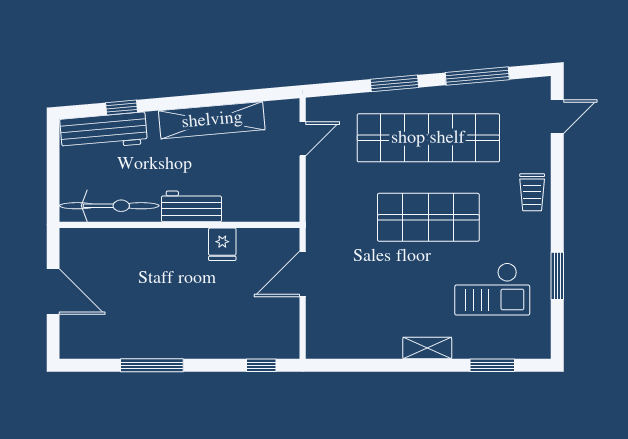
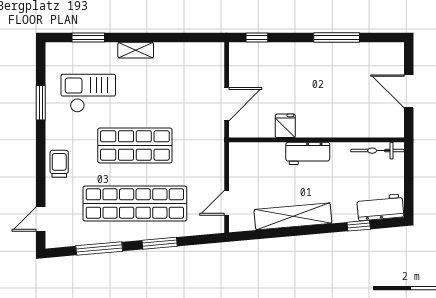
workbench: (104, 132) -> (380, 207), width x0.73
bicycle: (109, 206) -> (377, 151), width x0.73, depth x0.71

